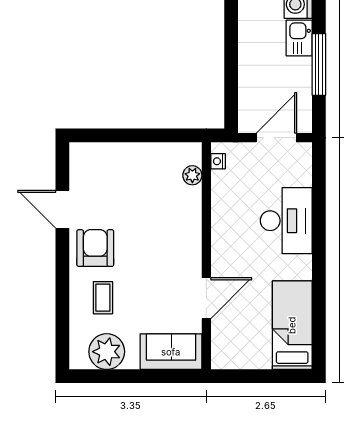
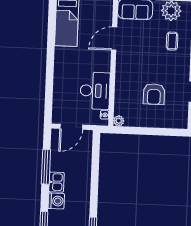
plant: (192, 175) -> (119, 121), moved
desk: (286, 221) -> (95, 91), moved, turned 180
armchair: (95, 248) -> (154, 94), moved

